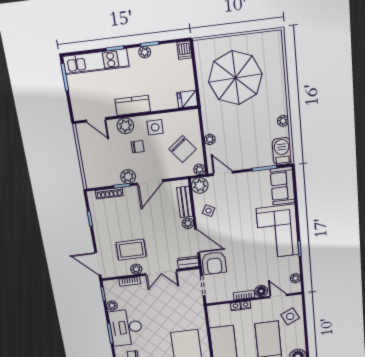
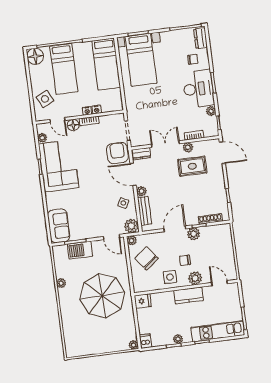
parasol: (235, 78) -> (102, 296), moved
plant: (210, 139) -> (133, 345), moved
barbecue: (282, 151) -> (80, 250), moved, turned 90
corner sofa: (278, 232) -> (59, 166), moved

